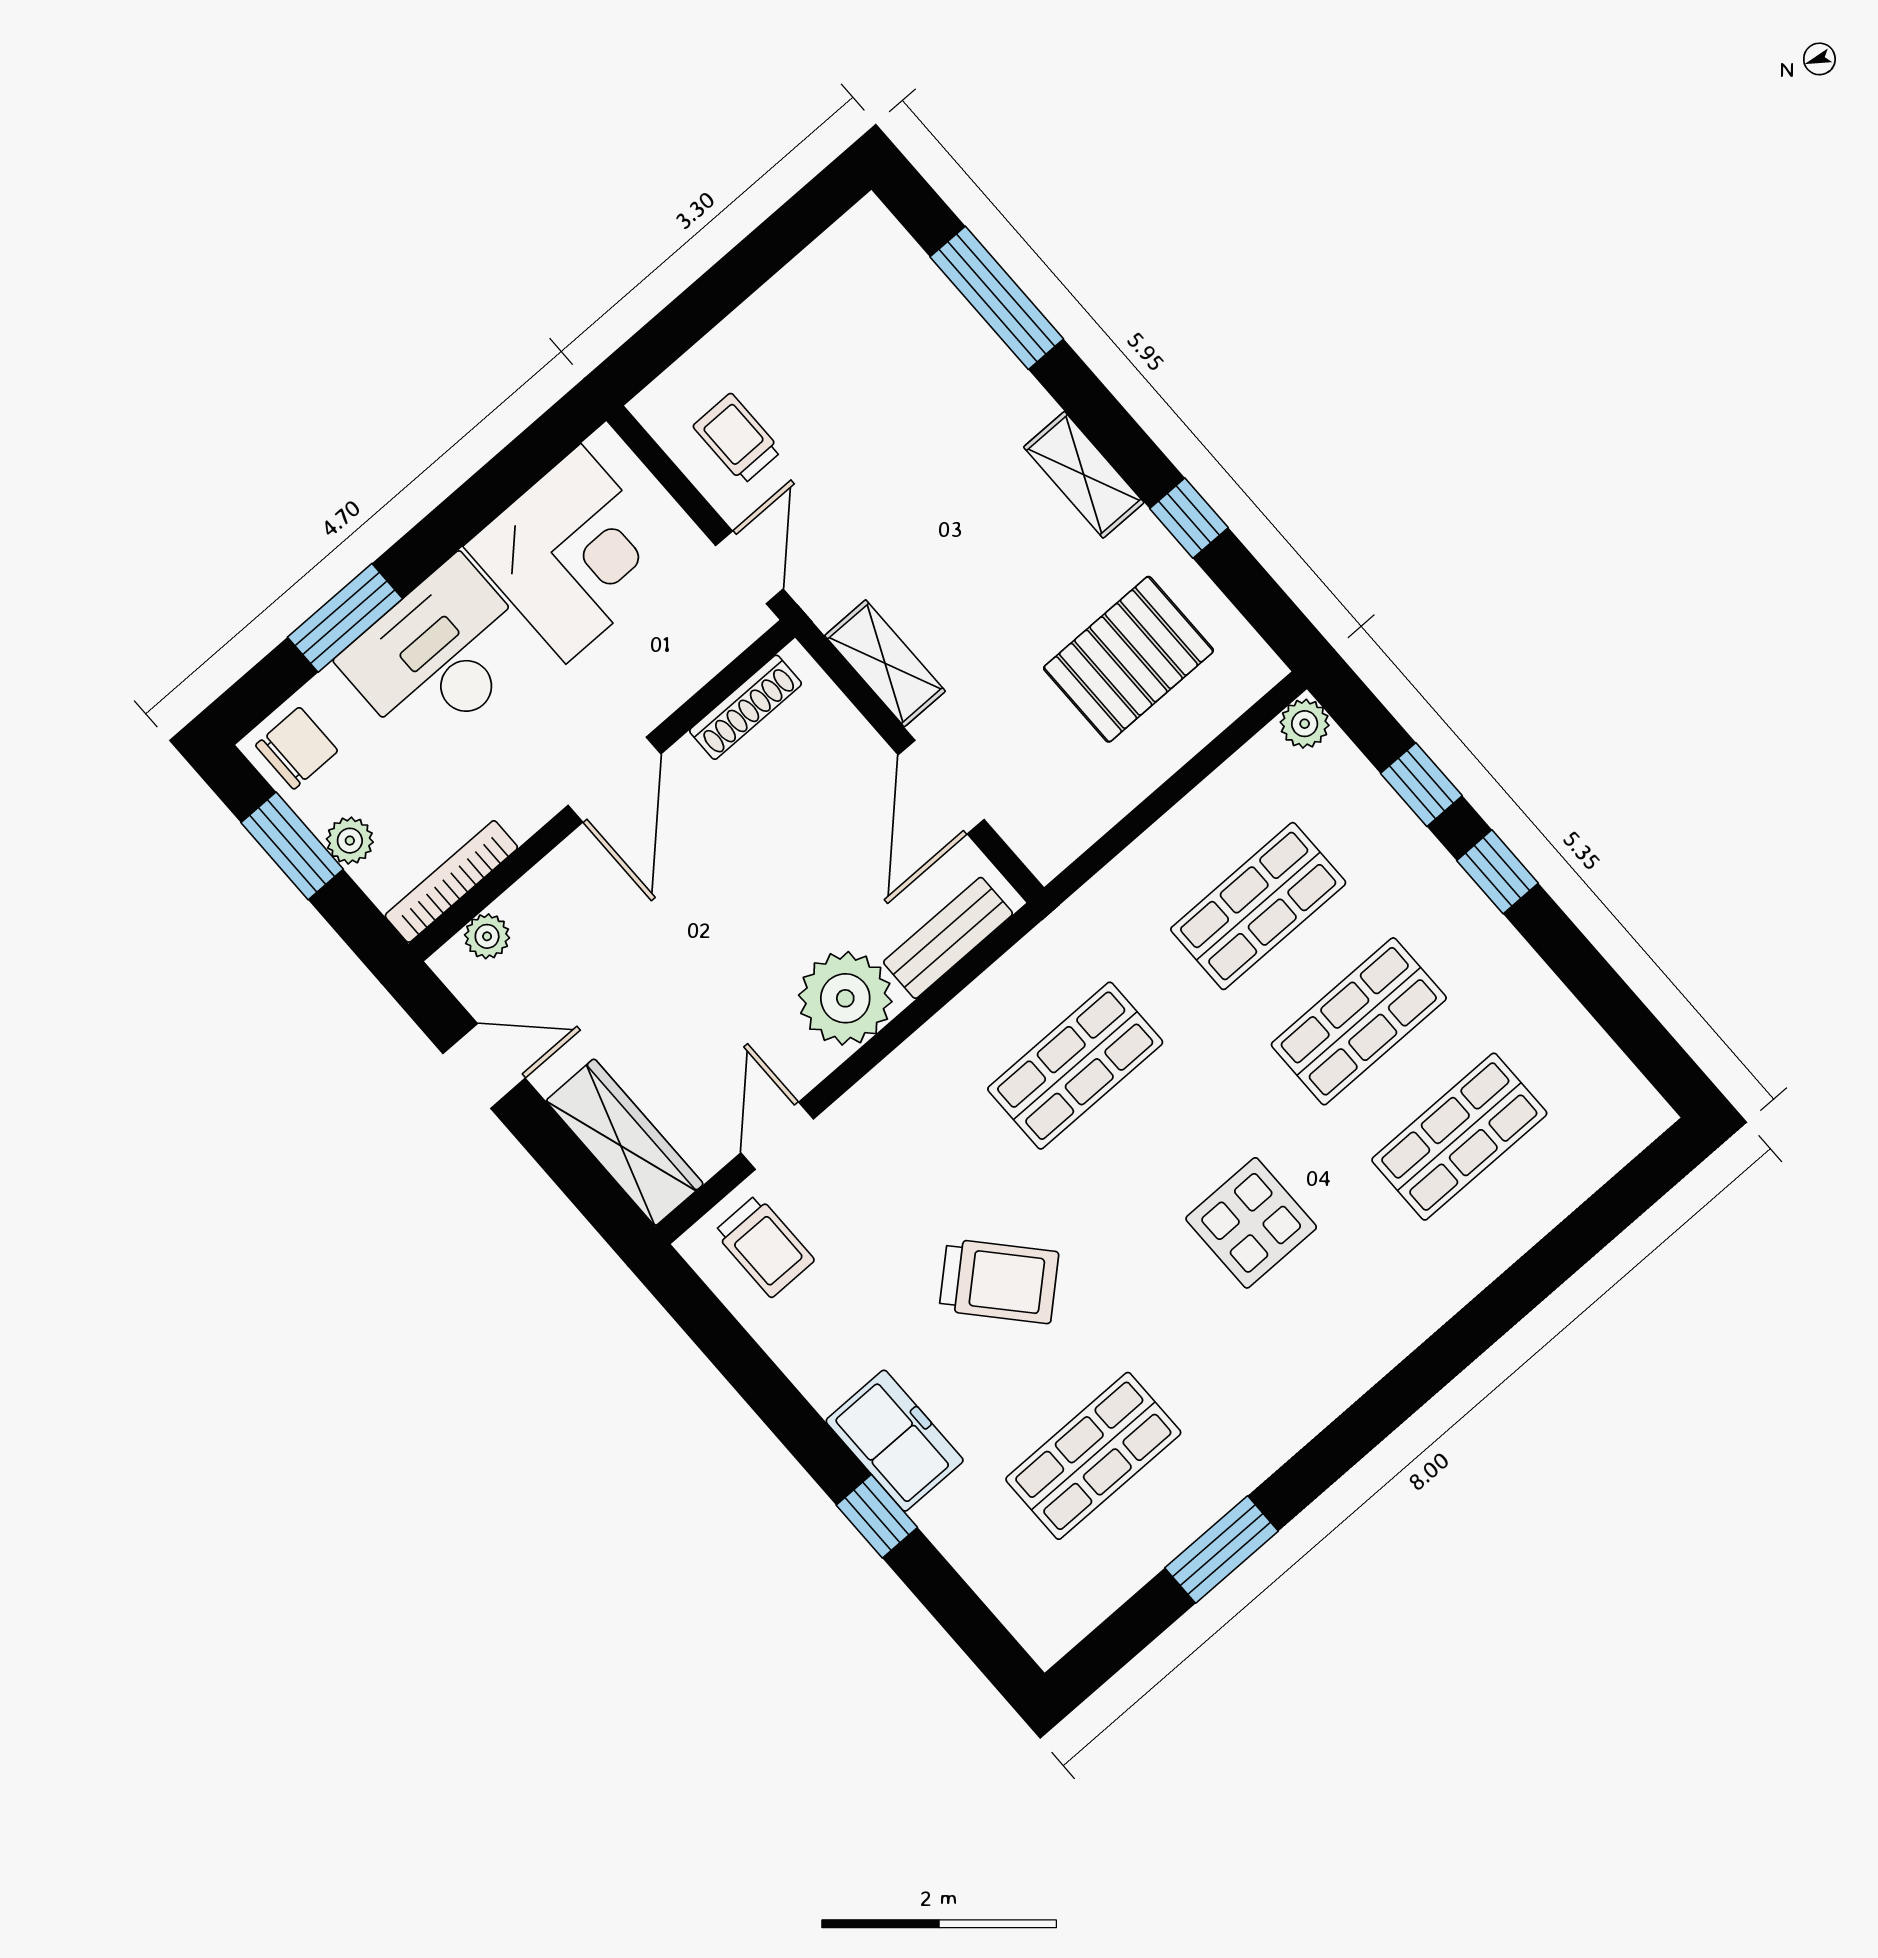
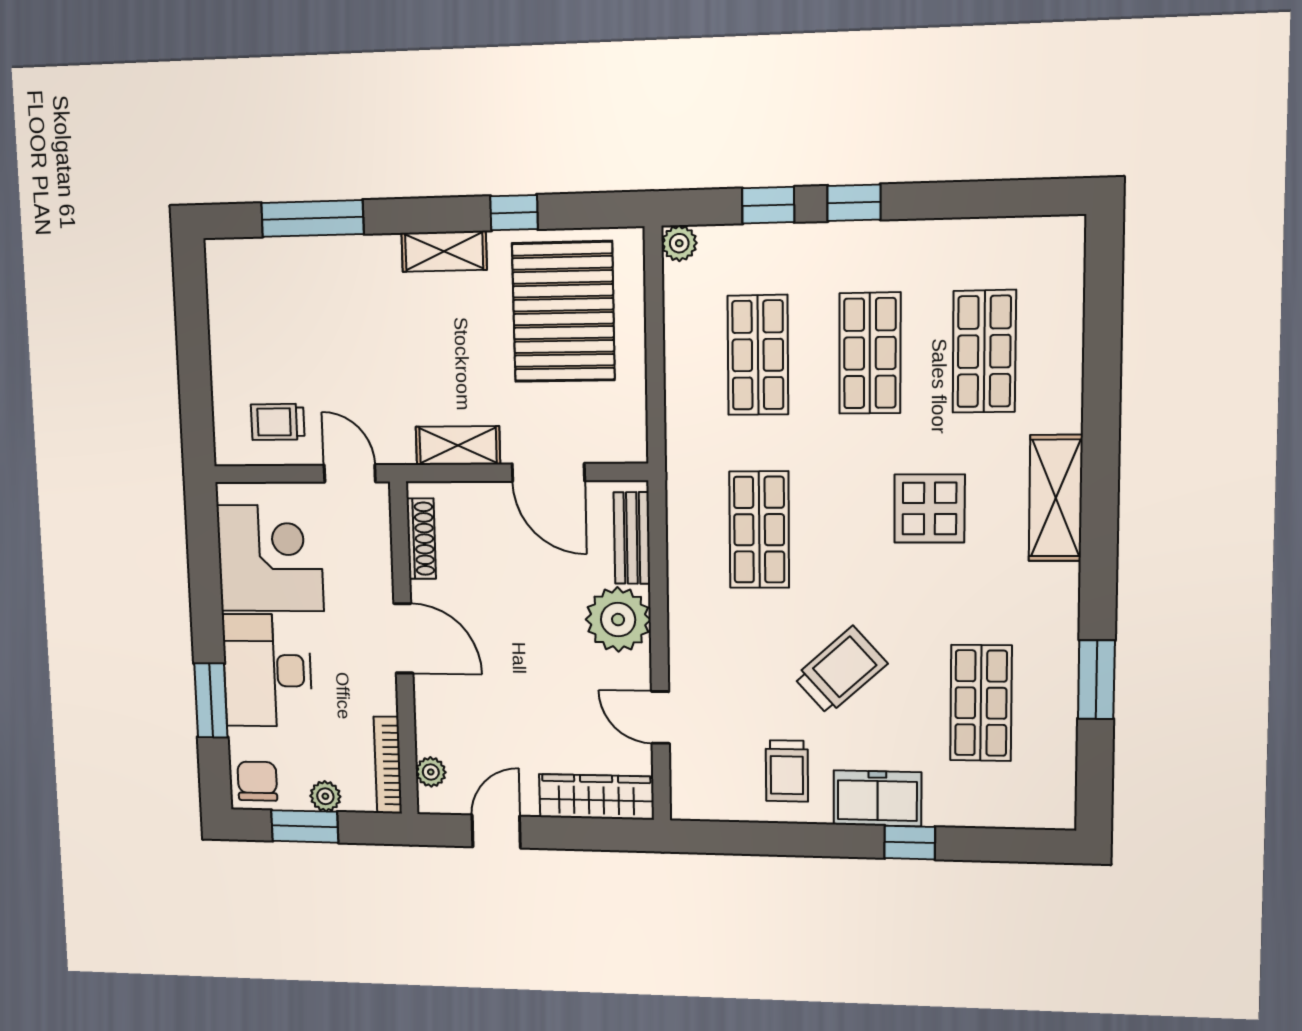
pallet: (1128, 659) -> (563, 312), width x1.37, depth x1.41
trolley: (764, 1246) -> (787, 771), moved, turned 90
shelving: (1373, 1341) -> (1056, 498), added

